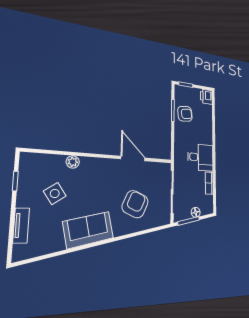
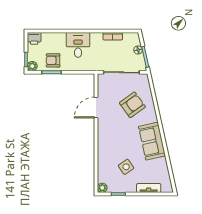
plant: (179, 90) -> (32, 66), added
armchair: (185, 114) -> (53, 60), turned -84
desk: (200, 157) -> (78, 45), moved
plant: (73, 162) -> (102, 188), moved
armchair: (135, 204) -> (132, 105), turned 120

